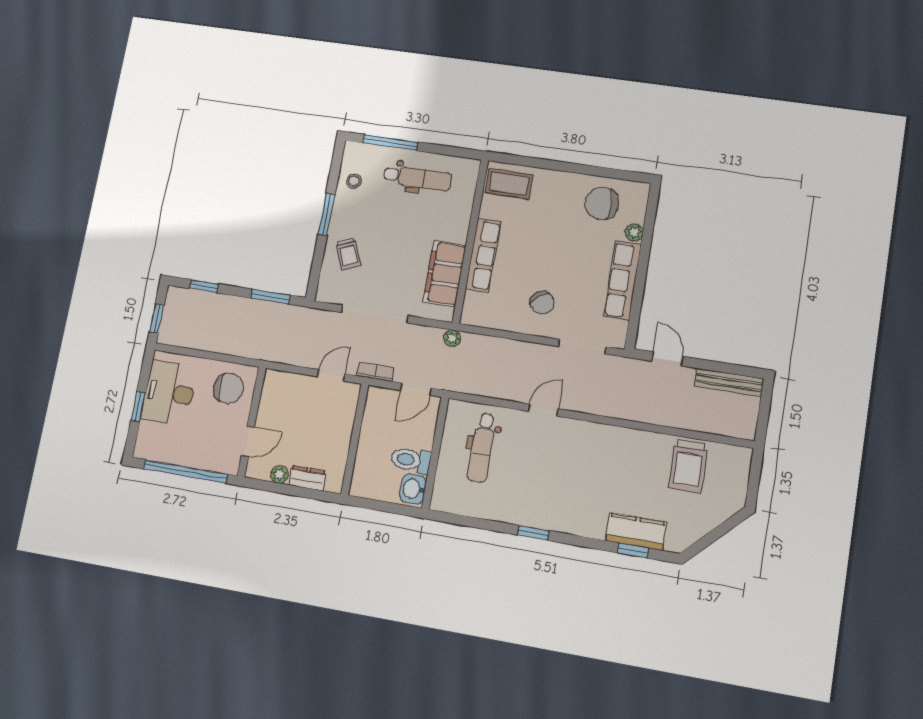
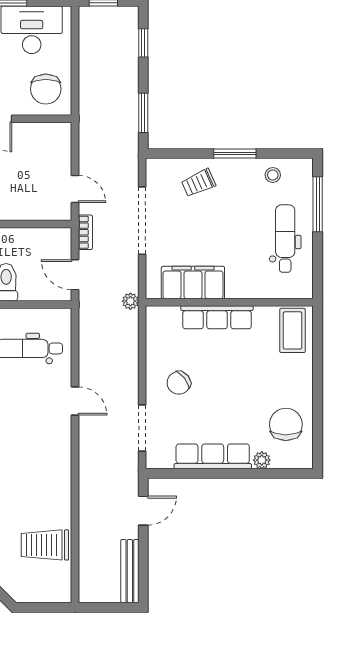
dental chair: (418, 178) -> (285, 239), turned 180

